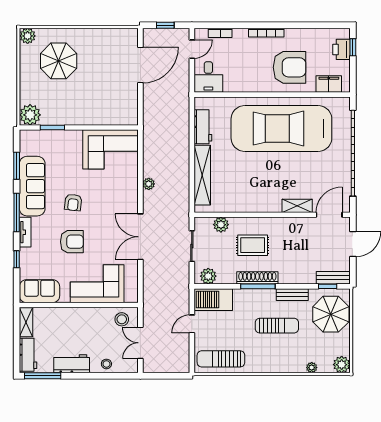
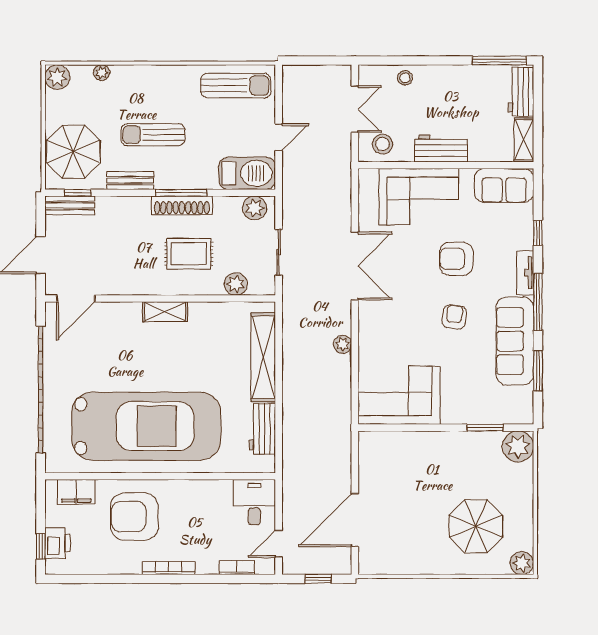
shelving: (297, 206) -> (165, 312), moved
workbench: (72, 364) -> (441, 148), moved, turned 180

